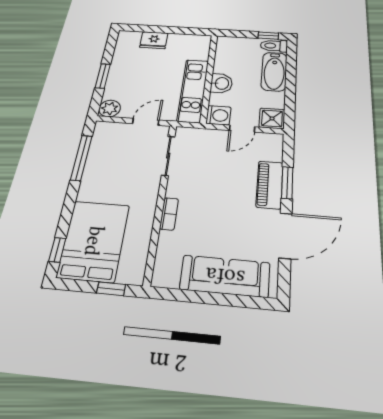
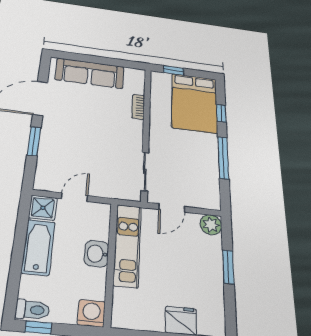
bathtub: (274, 71) -> (38, 247), moved
washing machine: (218, 115) -> (91, 313), moved, turned 90
window: (81, 158) -> (223, 158), moved
piano: (270, 185) -> (50, 140), removed
bookcase: (169, 214) -> (138, 107), moved
window: (57, 250) -> (221, 113), moved

